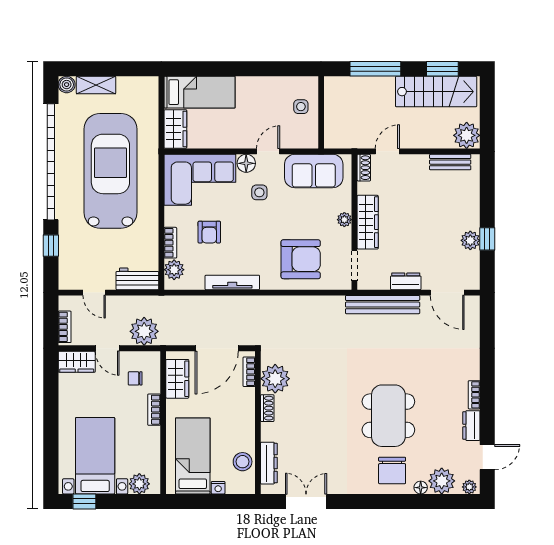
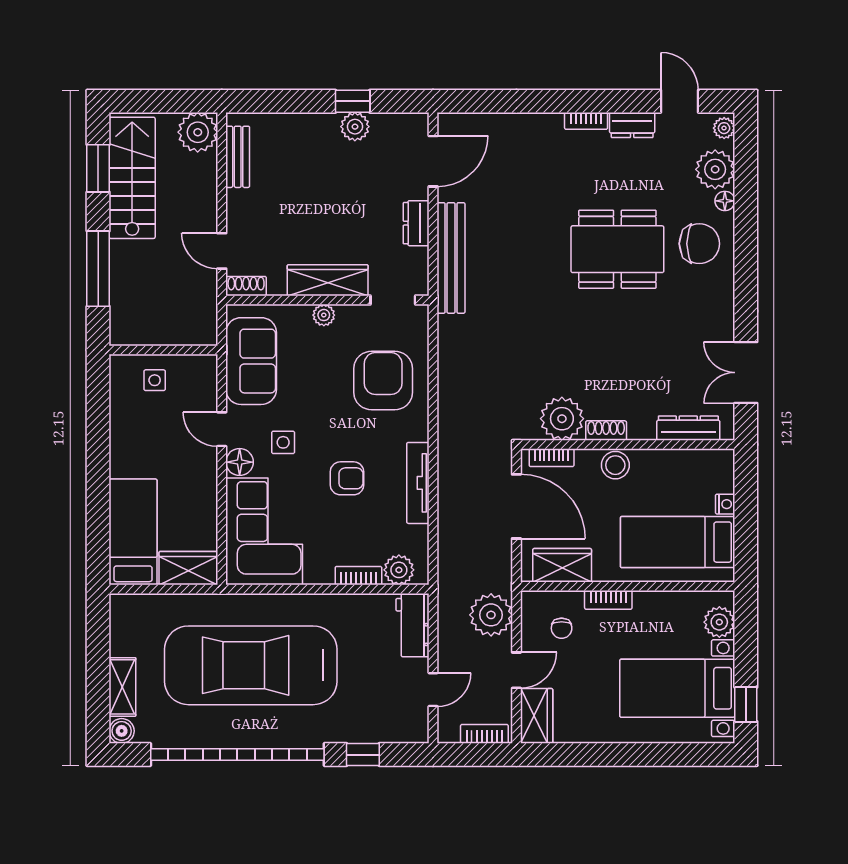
armchair: (209, 232) -> (347, 478), moved
stool: (243, 462) -> (615, 465), moved

